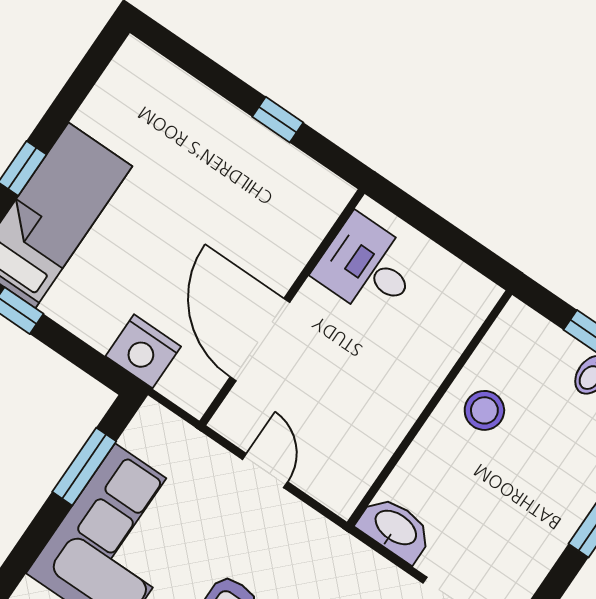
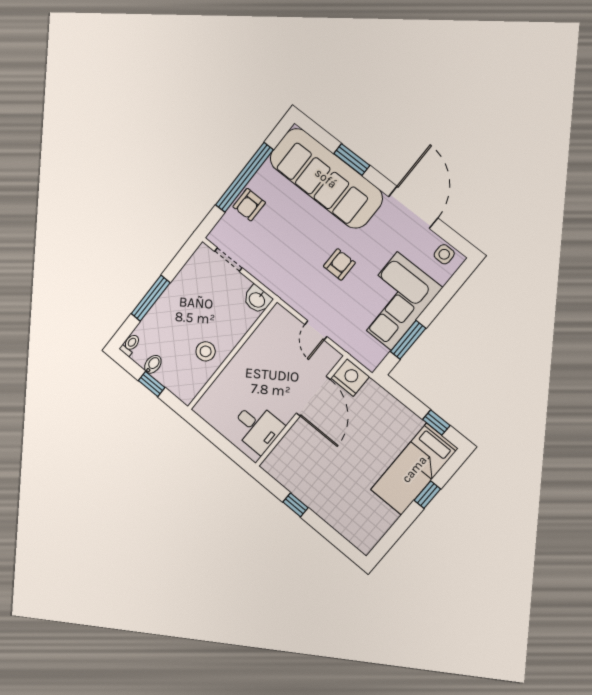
nightstand: (143, 351) -> (350, 377), moved
washbasin: (395, 528) -> (257, 299), width x0.72

